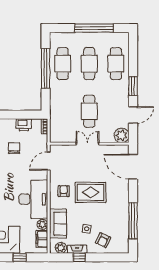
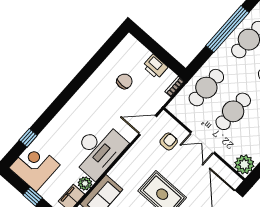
cafe table: (63, 111) -> (206, 88), added
double door: (88, 144) -> (202, 142), swing flipped
armchair: (64, 191) -> (169, 142), moved

